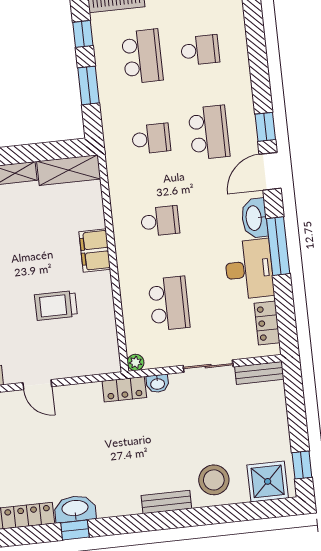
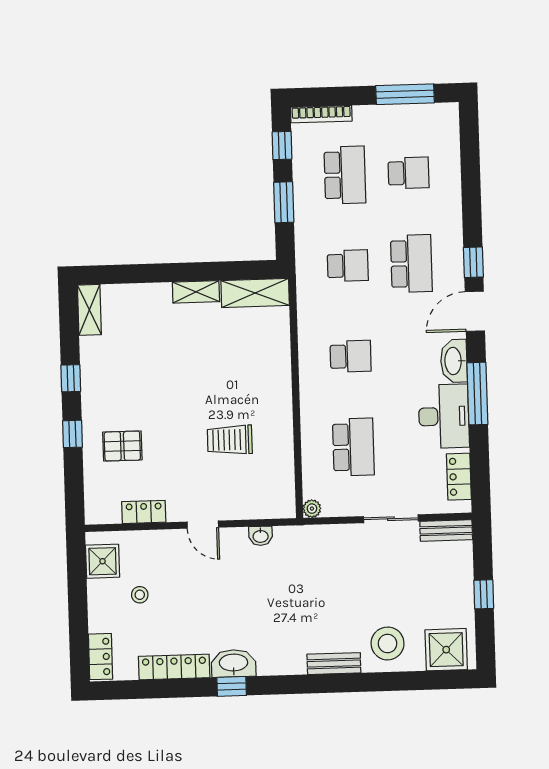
filing cabinet: (95, 250) -> (277, 383), removed
washbasin: (158, 384) -> (261, 536), moved
locker: (124, 389) -> (297, 537), removed
window: (302, 465) -> (484, 594), moved

